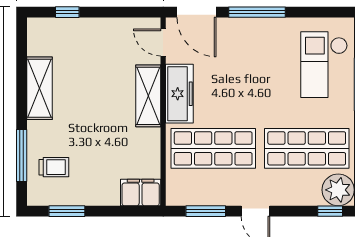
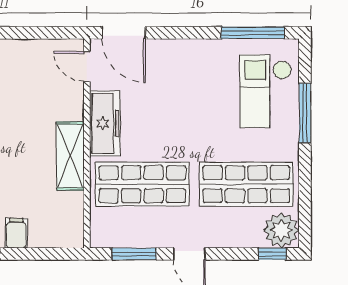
window: (257, 12) -> (253, 33), moved
shelving: (148, 96) -> (70, 156), moved
filing cabinet: (141, 192) -> (16, 233), moved, width x0.50

